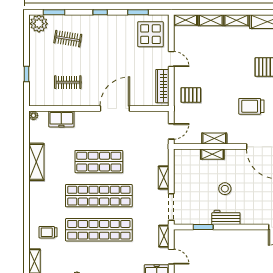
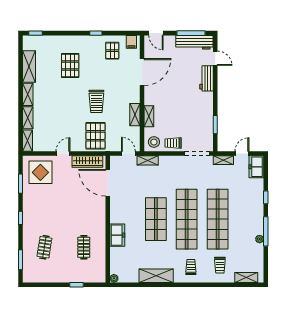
plant: (39, 24) -> (31, 274), removed
pallet: (191, 95) -> (96, 136), width x1.50, depth x1.42
trolley: (251, 106) -> (96, 101), moved
door: (115, 108) -> (108, 183), moved
freezer: (61, 119) -> (117, 235), moved
shelving: (164, 178) -> (148, 160), moved
trolley: (183, 181) -> (173, 143), added
stool: (225, 189) -> (154, 142), moved
trolley: (46, 200) -> (191, 267), added
workbench: (226, 217) -> (206, 78), moved

